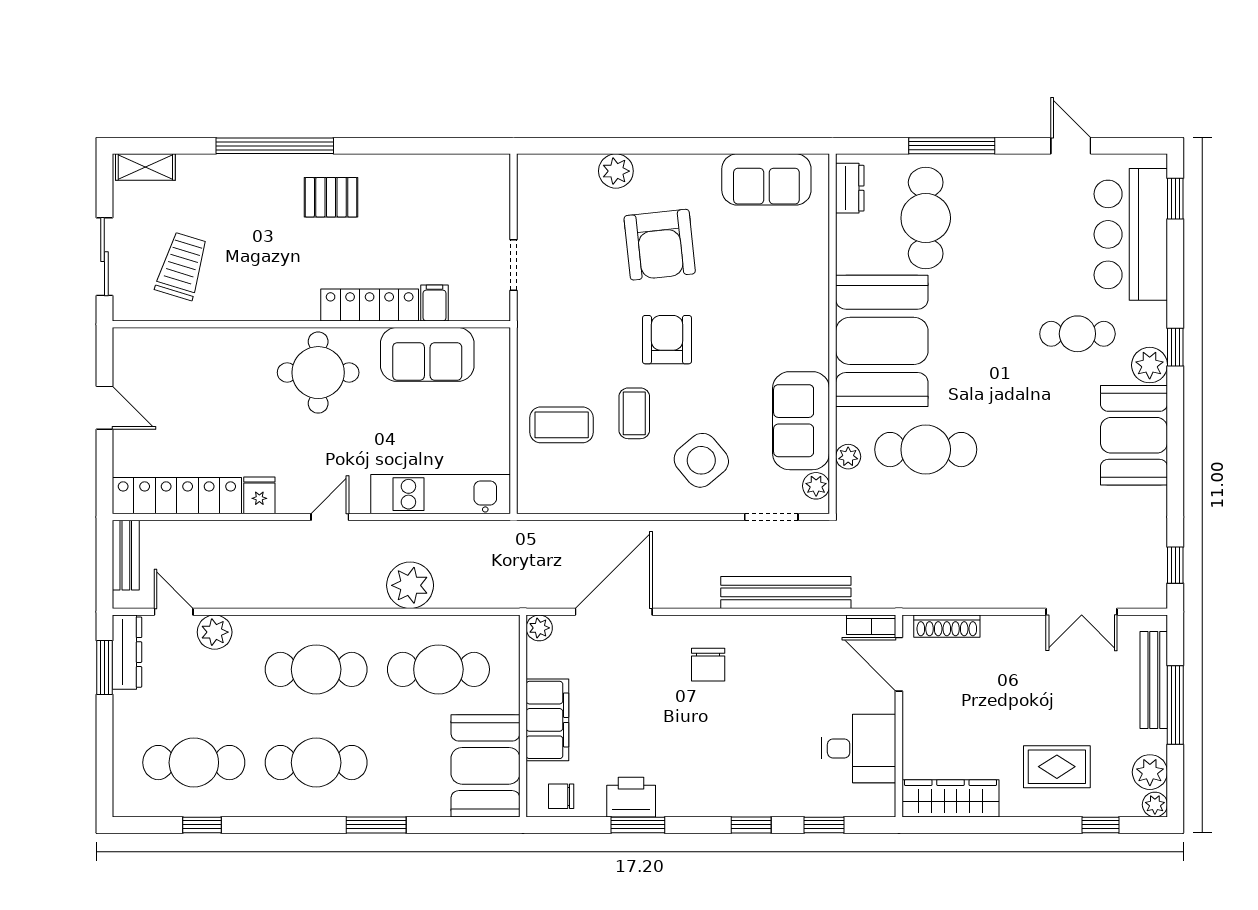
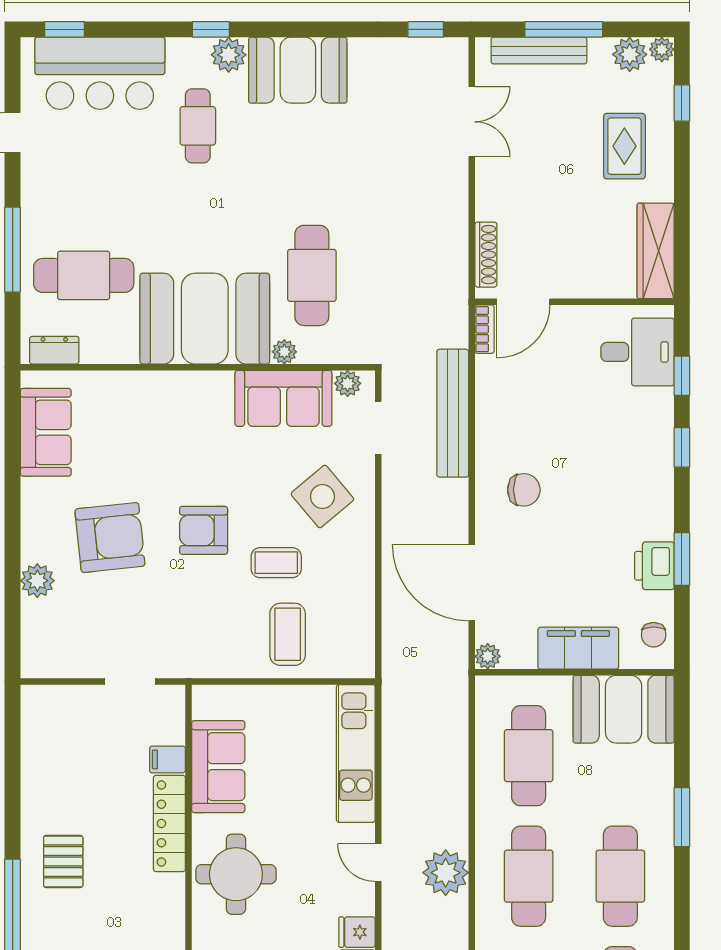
plant: (848, 457) -> (284, 352), moved
plant: (410, 585) -> (446, 873), moved
desk: (859, 748) -> (637, 352), moved, turned 90

